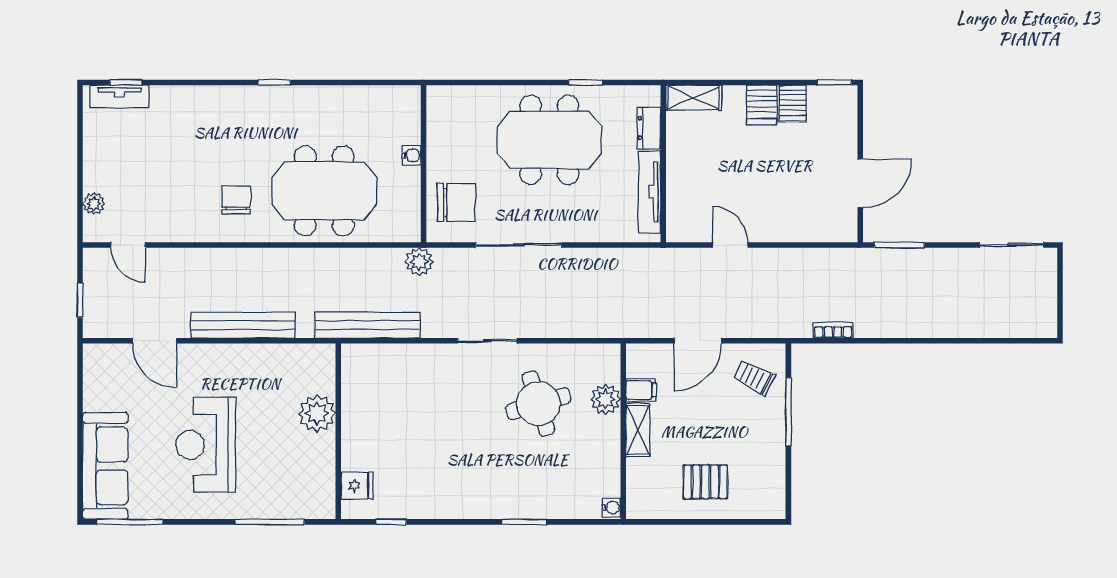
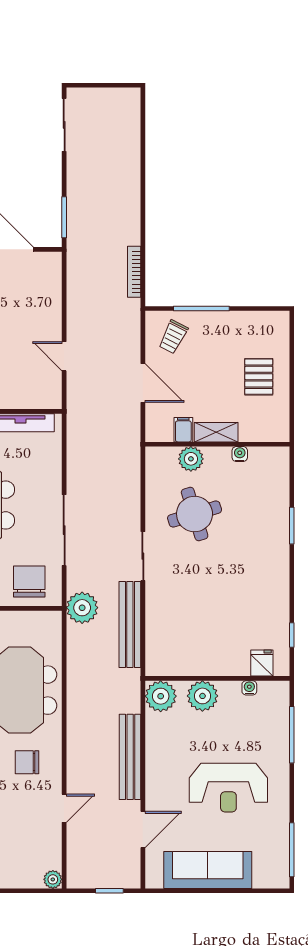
plant: (94, 204) -> (53, 879), moved
door: (128, 245) -> (64, 808), moved
door: (730, 245) -> (64, 356), hinge flipped
plant: (419, 262) -> (82, 608), width x1.36, depth x1.36
bench: (367, 325) -> (130, 625), moved
bookcase: (833, 330) -> (134, 272), width x1.56
plant: (317, 362) -> (161, 696), added
sofa: (105, 466) -> (208, 870), moved
water cooler: (327, 470) -> (249, 688), added
water cooler: (611, 507) -> (240, 454), moved

